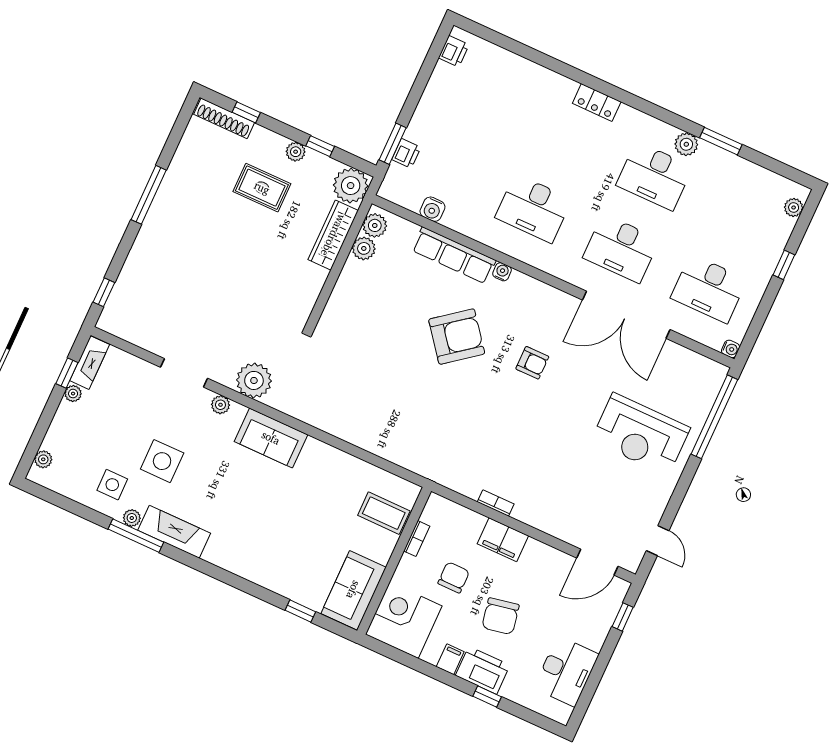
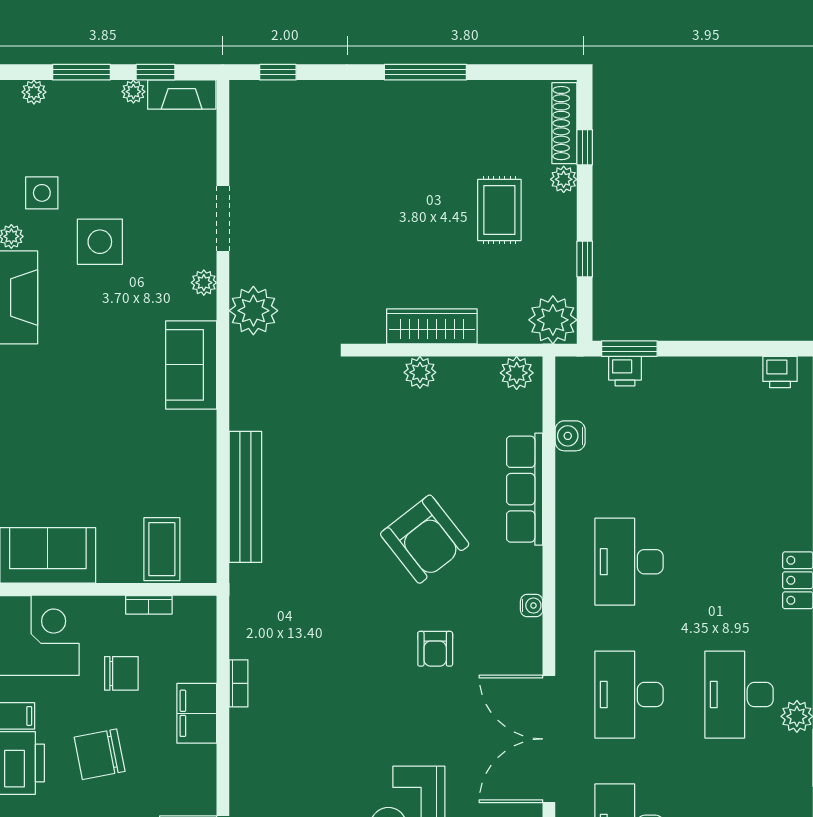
plant: (296, 152) -> (564, 179), moved
wardrobe: (333, 235) -> (432, 326), moved
plant: (364, 248) -> (420, 372), moved
water cooler: (502, 272) -> (532, 606), moved
window: (45, 422) -> (81, 72), added
bench: (375, 442) -> (245, 497), added

